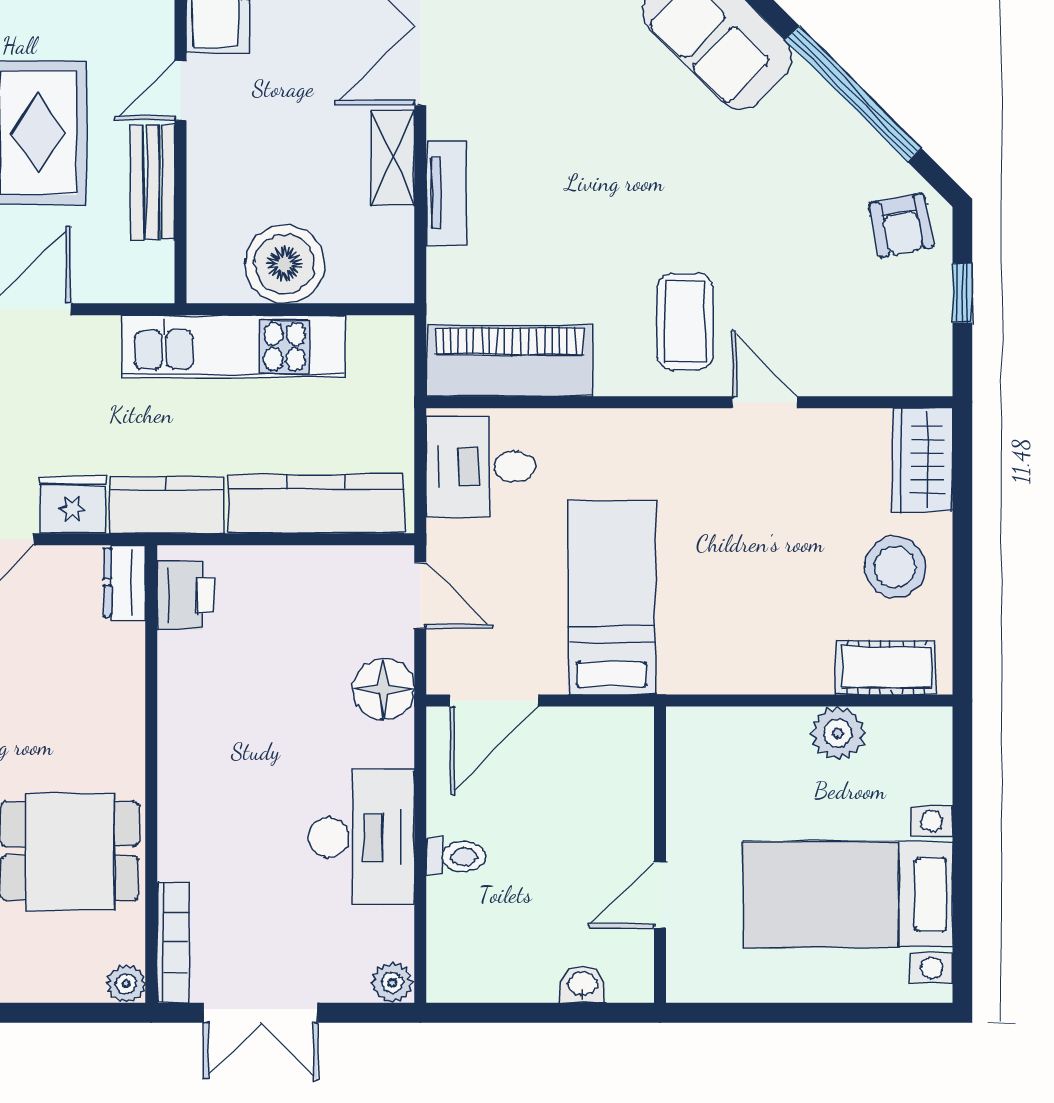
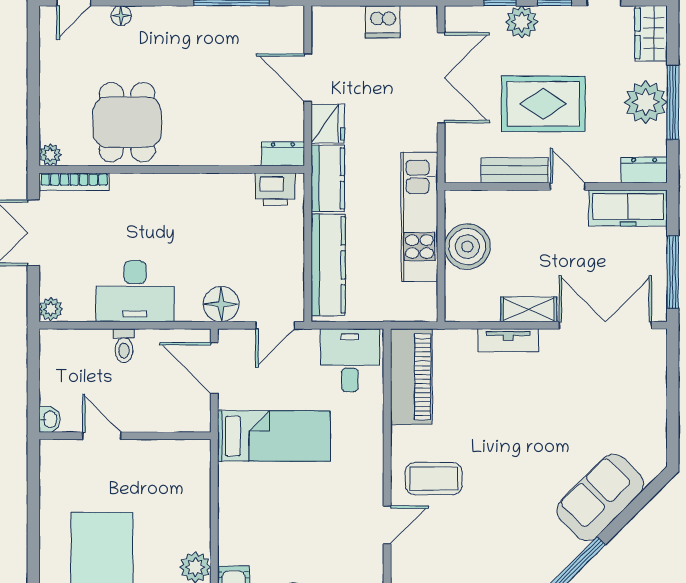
wall: (660, 855) -> (125, 436), moved
door: (660, 895) -> (102, 436), moved

